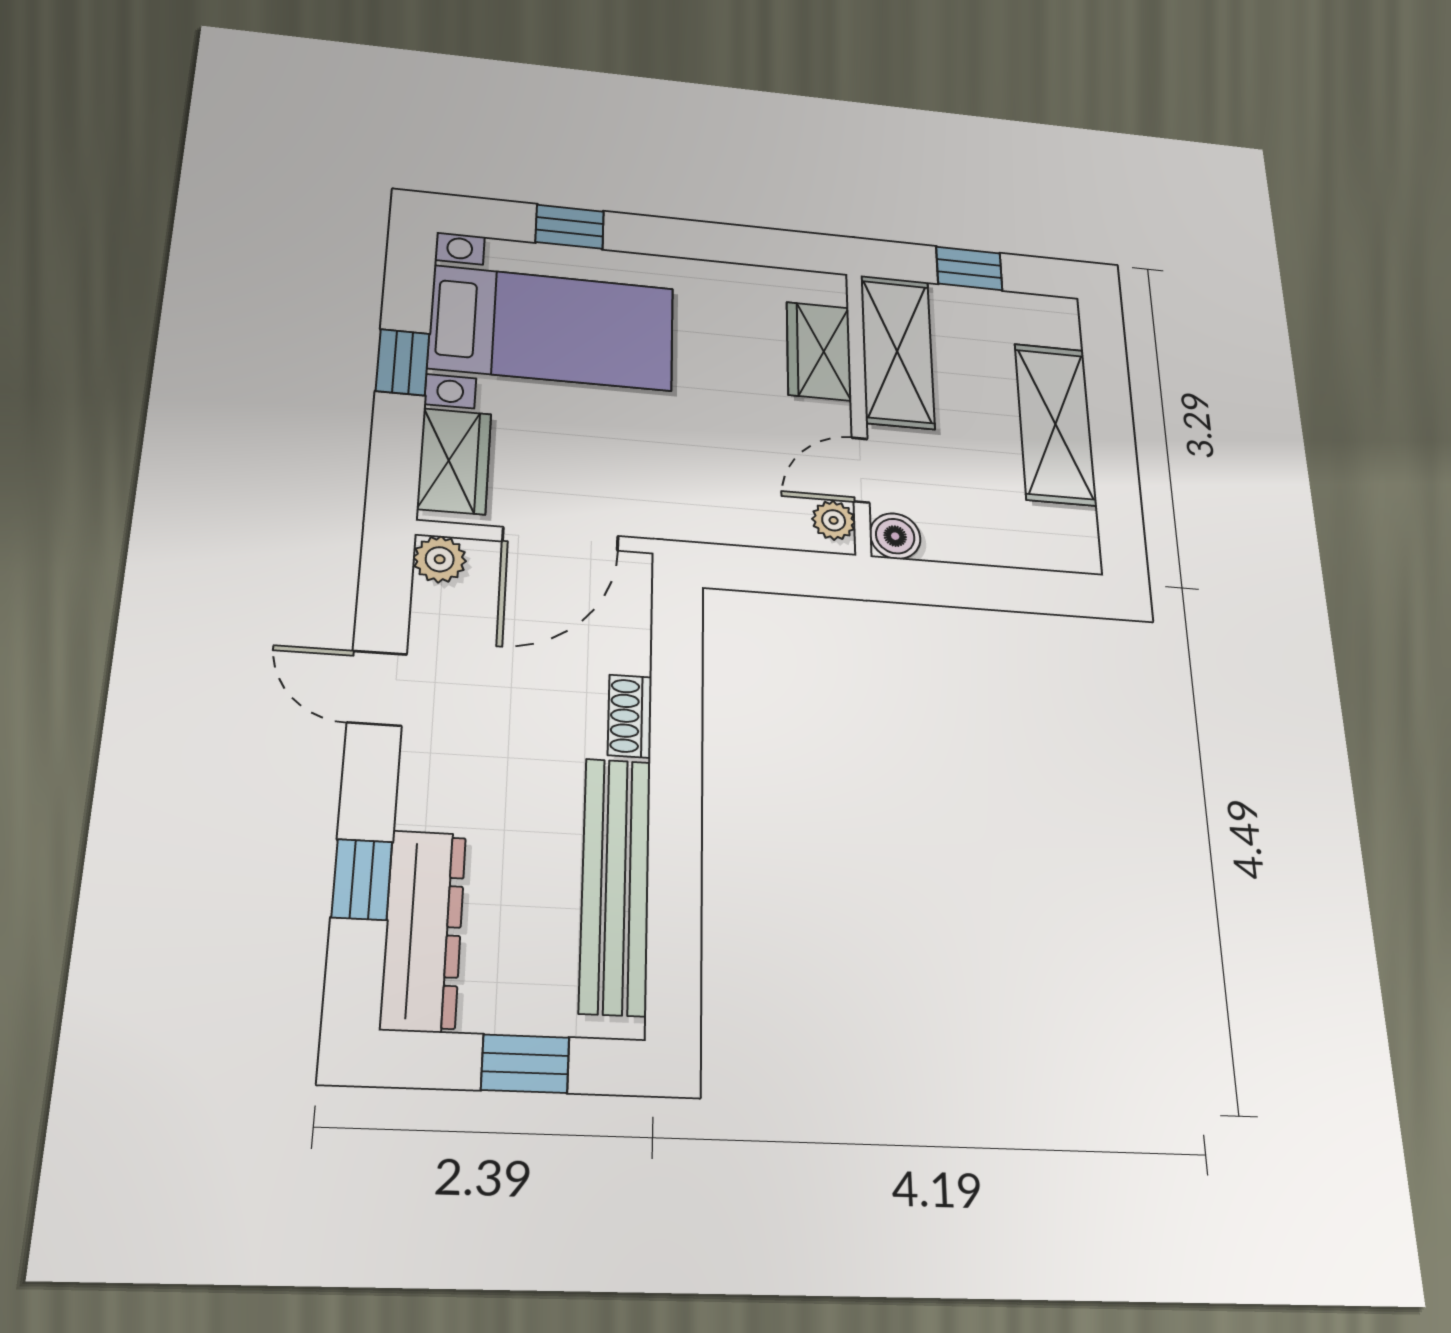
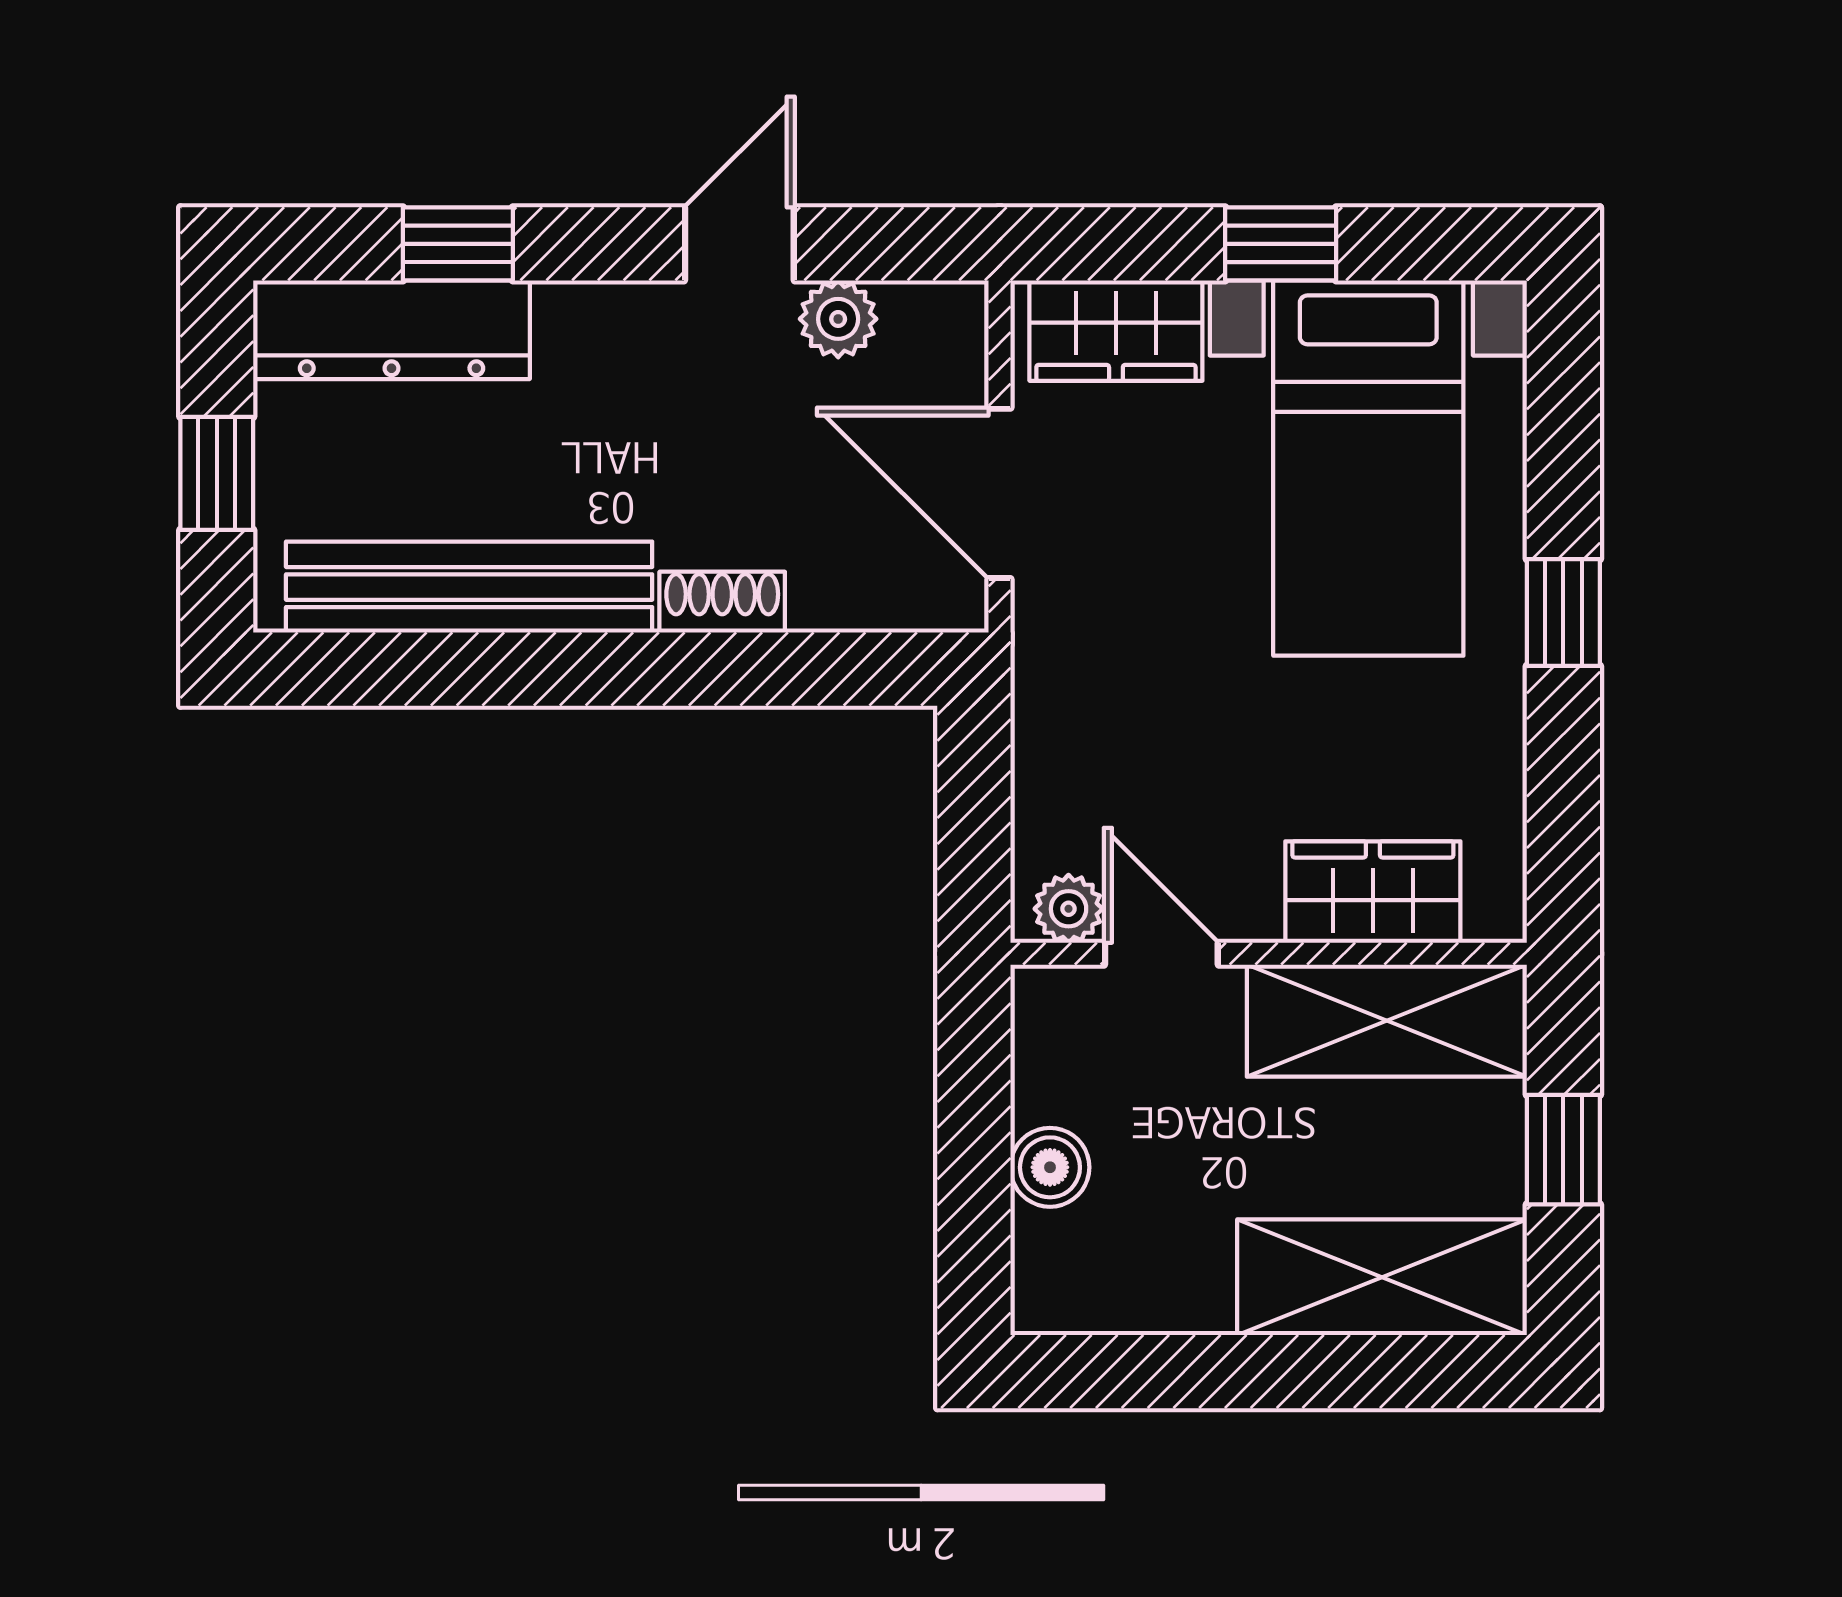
window: (570, 227) -> (1563, 612), moved
shelving: (1055, 424) -> (1382, 1277), moved
boiler: (895, 536) -> (1050, 1167), moved
plant: (440, 559) -> (838, 319), moved

